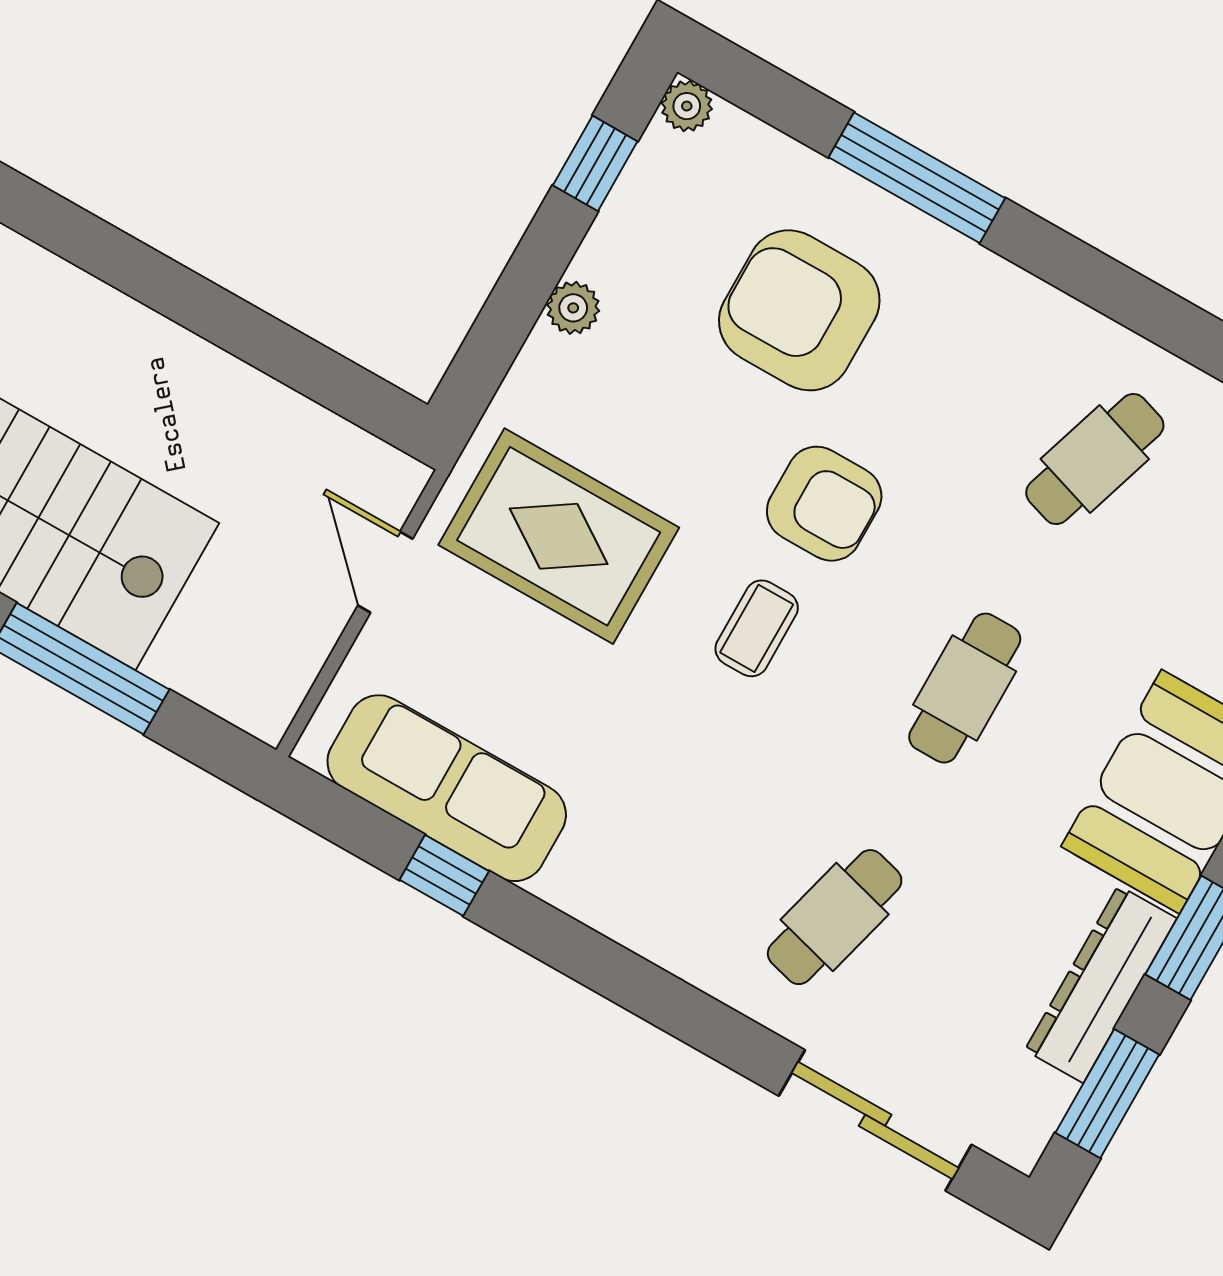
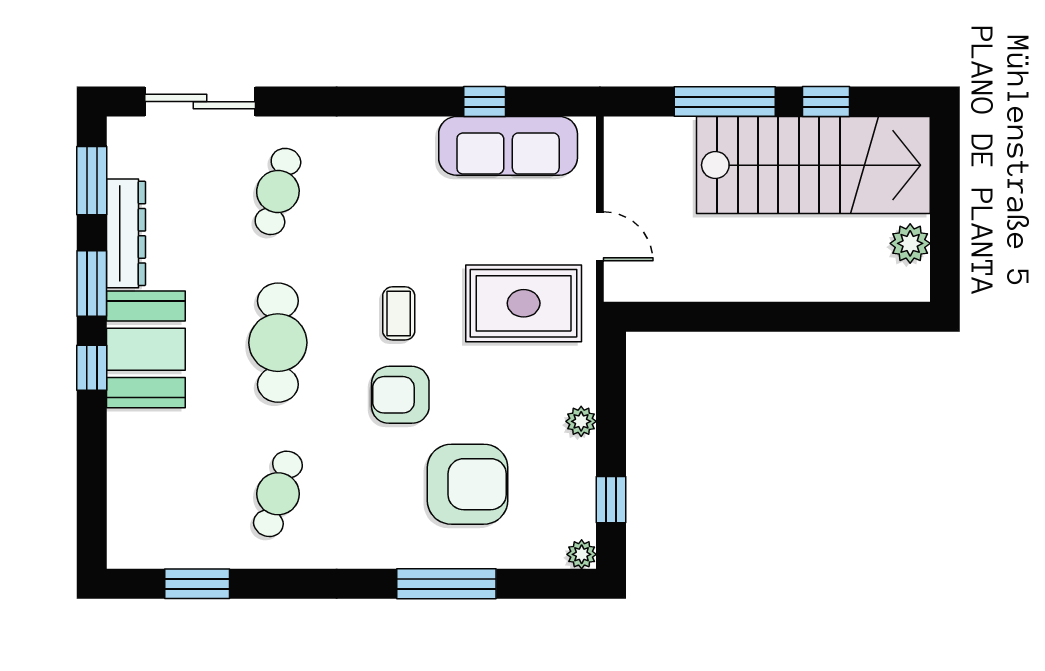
cafe table: (965, 688) -> (278, 343), width x1.37, depth x1.35

